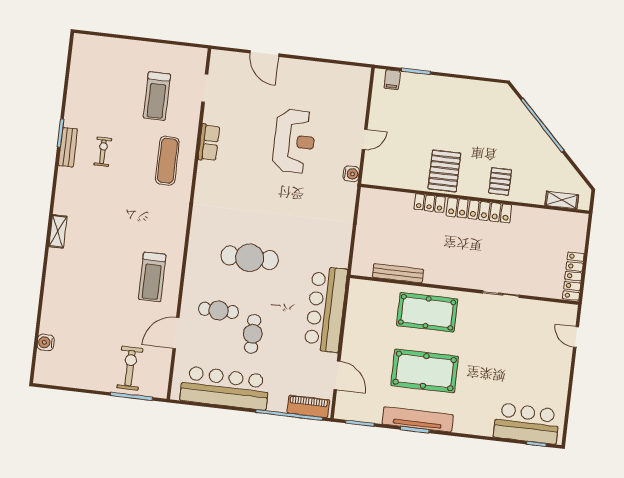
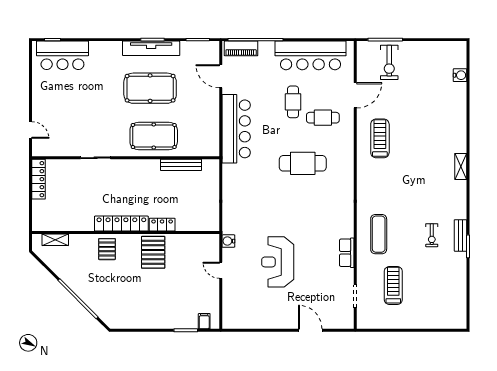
door: (365, 139) -> (221, 270), hinge flipped

